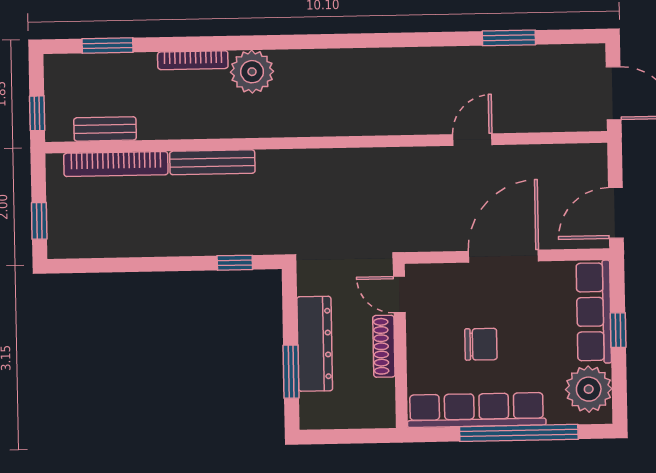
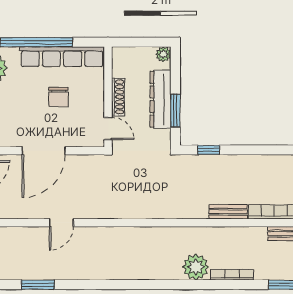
bench: (212, 162) -> (228, 212), width x0.73
chair: (481, 344) -> (59, 97), turned -90
window: (291, 372) -> (175, 111), moved
plant: (311, 417) -> (163, 54), added

